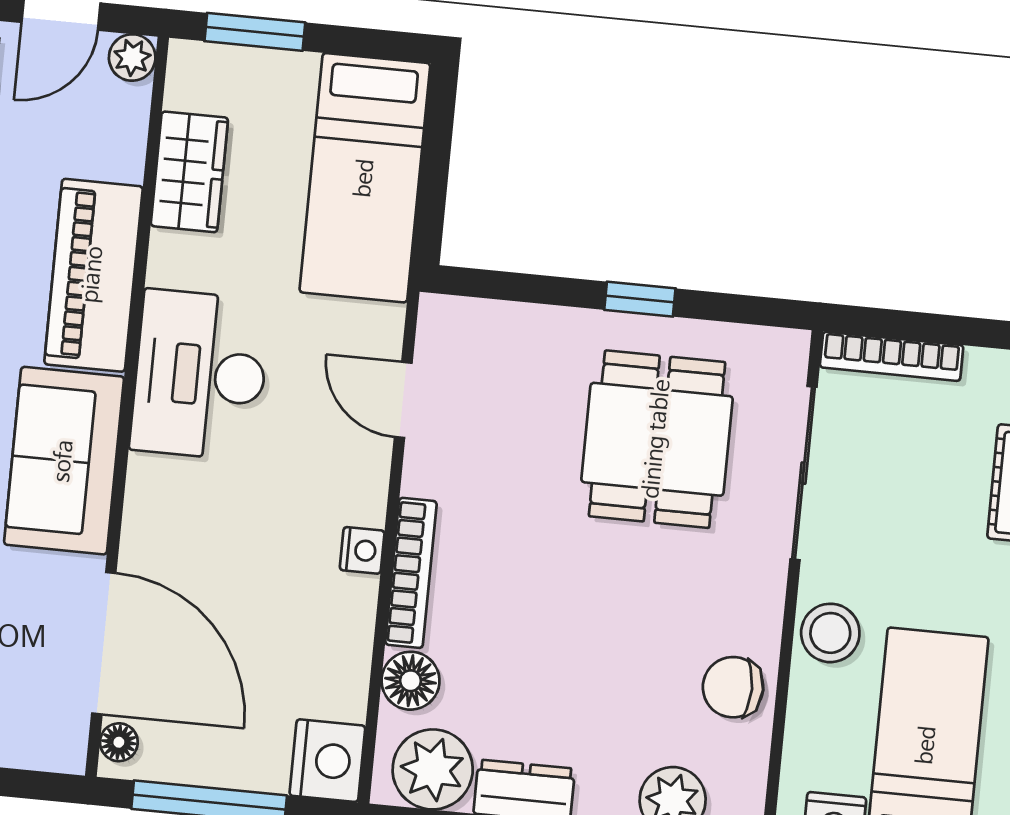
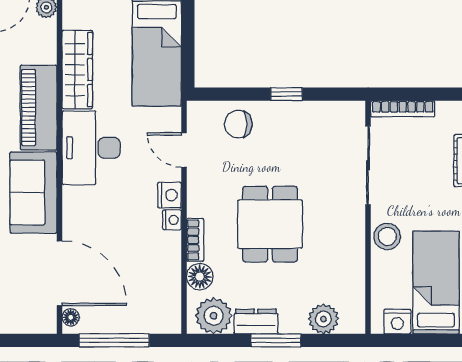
wardrobe: (189, 172) -> (77, 70), width x1.50
dining table: (657, 439) -> (270, 224), moved
bookcase: (411, 573) -> (195, 240), width x0.64
chair: (733, 687) -> (238, 124), moved
nightstand: (327, 761) -> (170, 195), moved, width x0.74, depth x0.75

